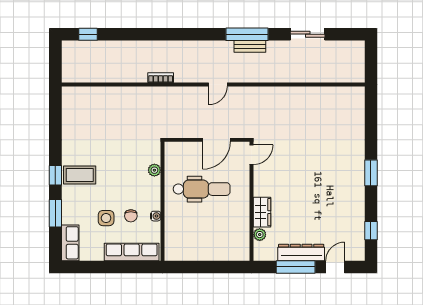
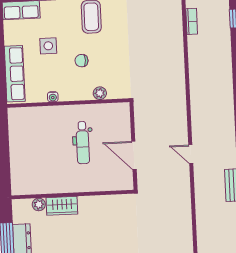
bookcase: (161, 78) -> (192, 21), moved
door: (252, 155) -> (120, 192), removed
dental chair: (202, 189) -> (83, 143), width x0.73, depth x0.72
chair: (131, 216) -> (81, 61), moved

